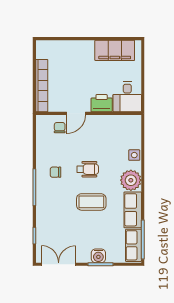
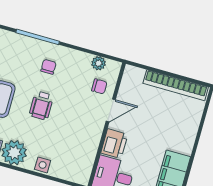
bookcase: (42, 86) -> (176, 85), moved
door: (76, 113) -> (111, 110), swing flipped
plant: (42, 133) -> (99, 63), added

